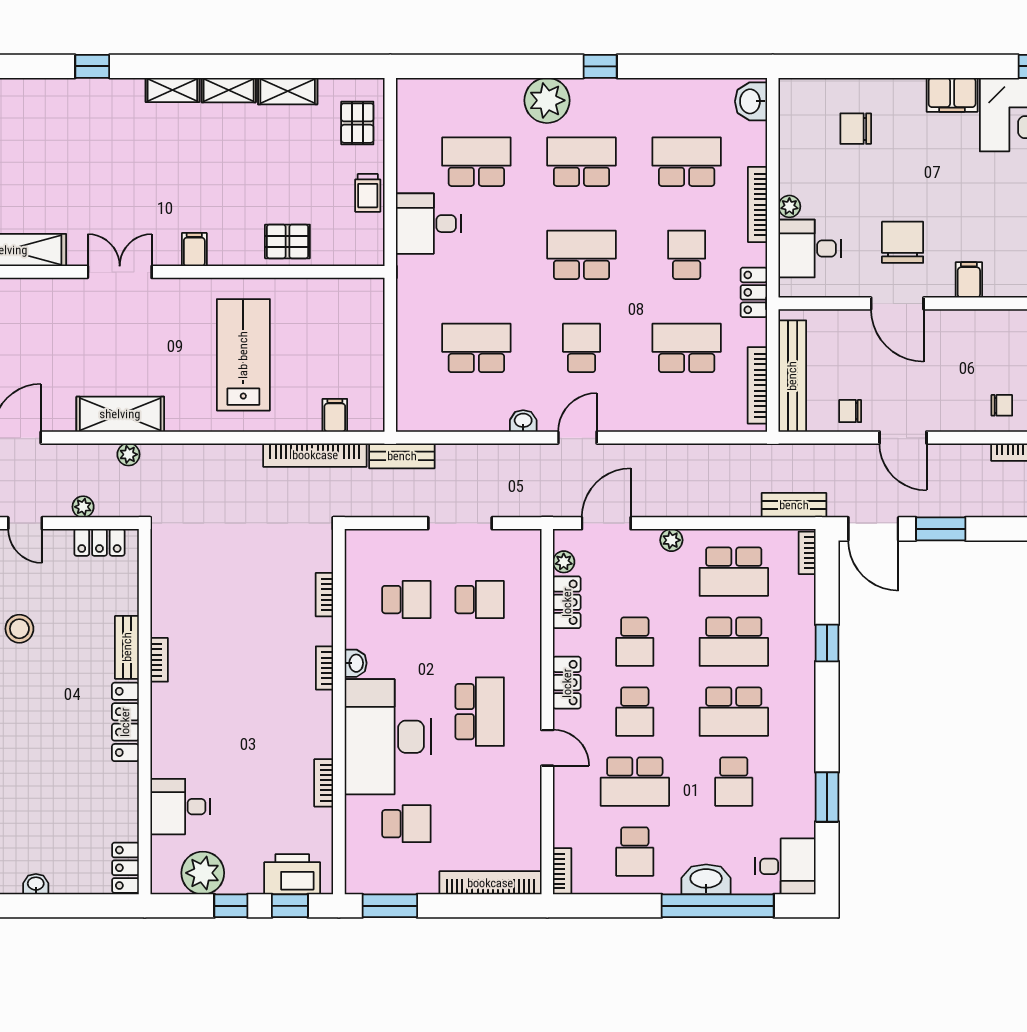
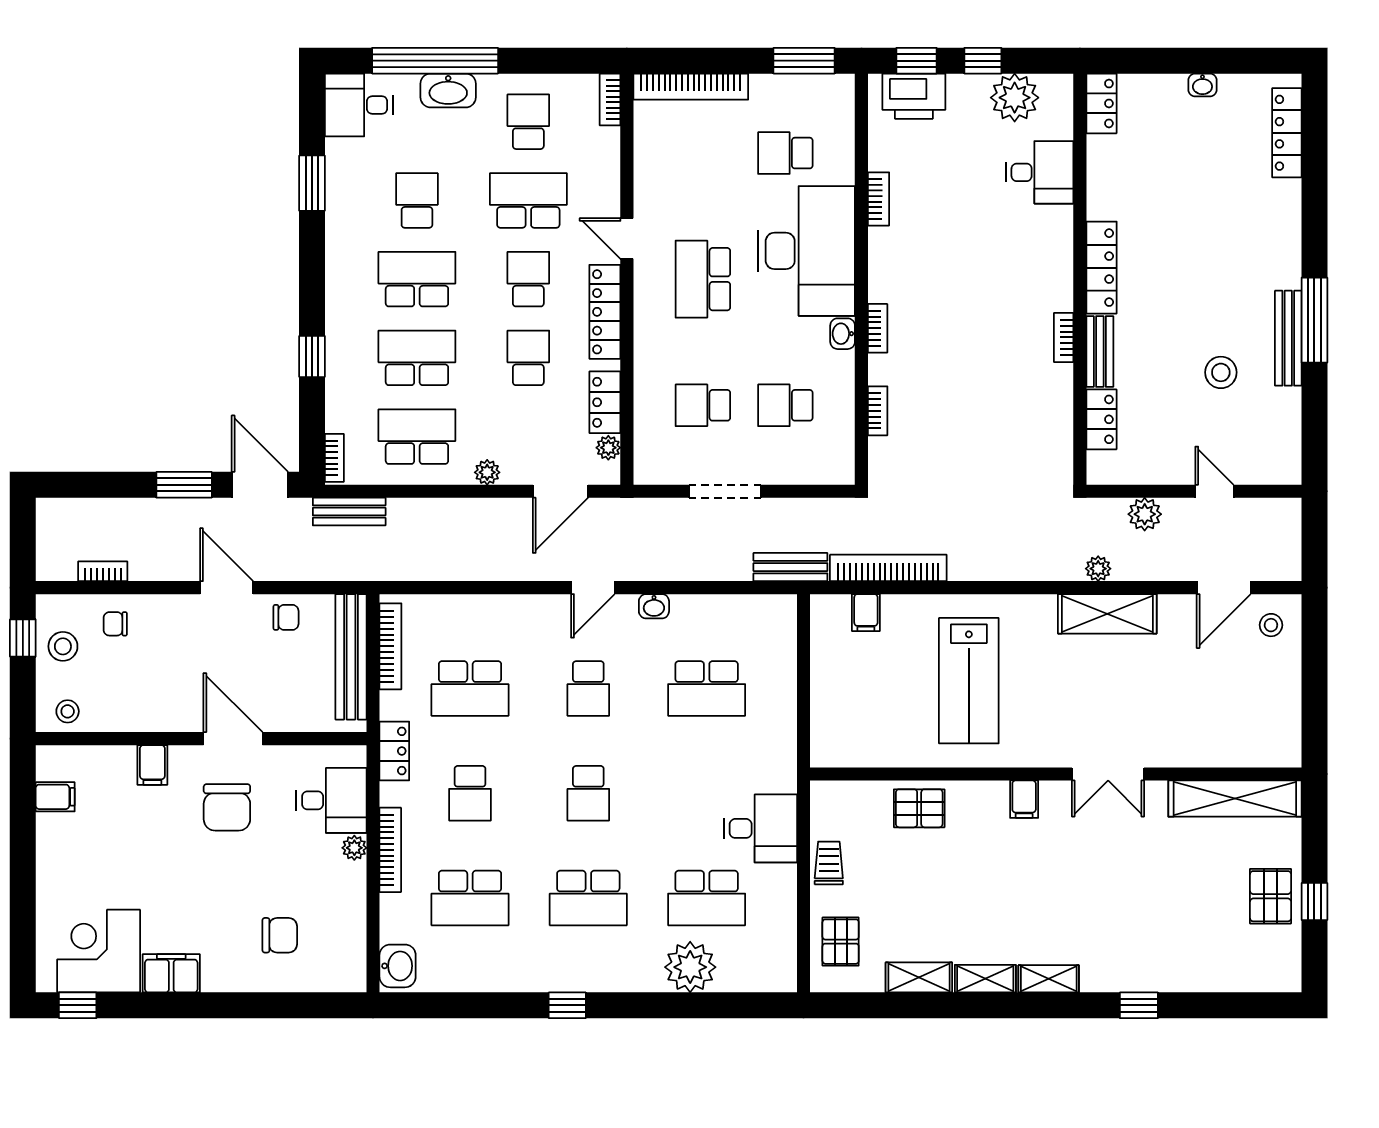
plant: (547, 100) -> (690, 967), moved
school desk: (582, 255) -> (588, 793), width x0.54
plant: (83, 507) -> (1145, 514), width x1.38, depth x1.38
locker: (99, 542) -> (1101, 419), moved, turned 90
locker: (567, 683) -> (605, 312), width x1.53

